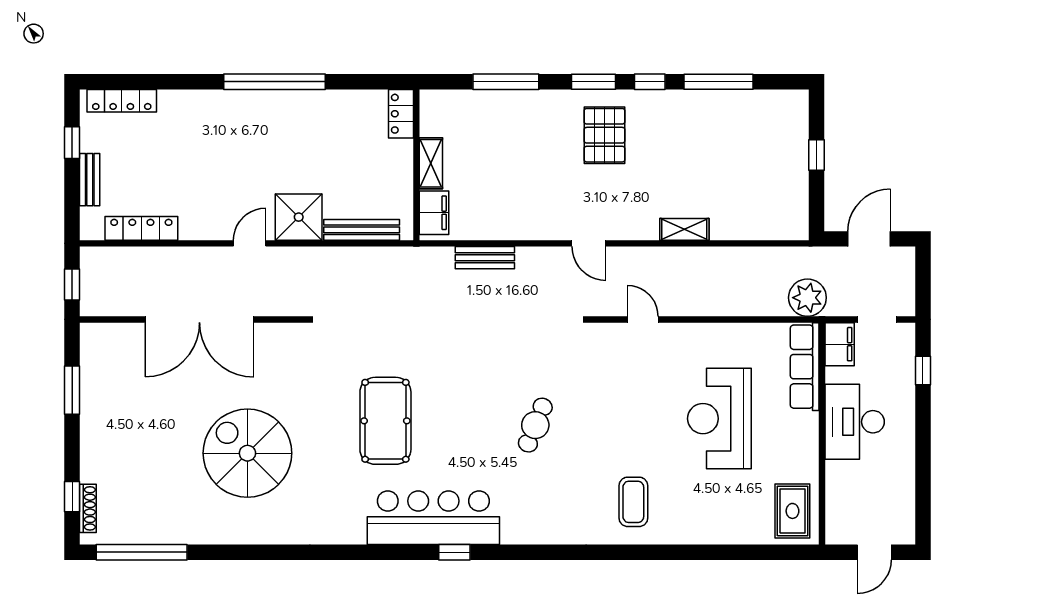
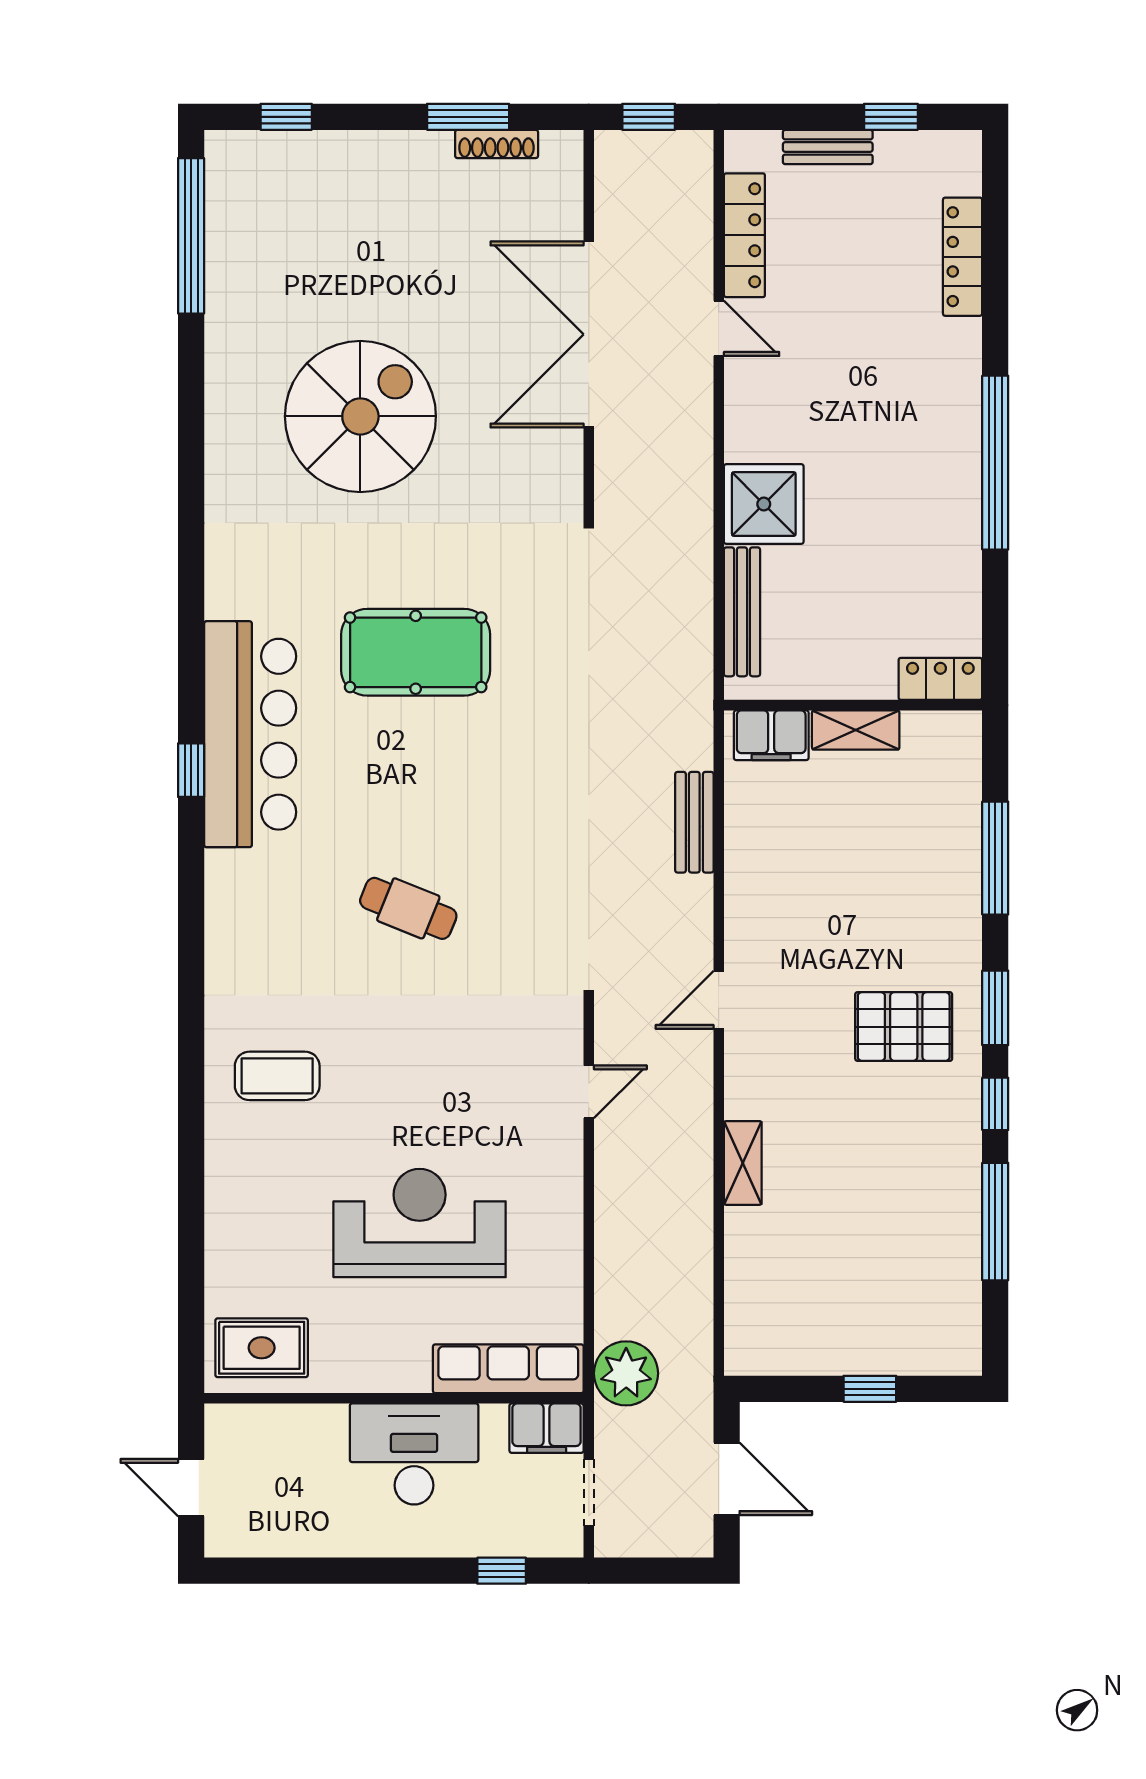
locker: (122, 101) -> (963, 257), moved
door: (250, 243) -> (719, 328), moved
shoe rack: (88, 508) -> (497, 144), moved

